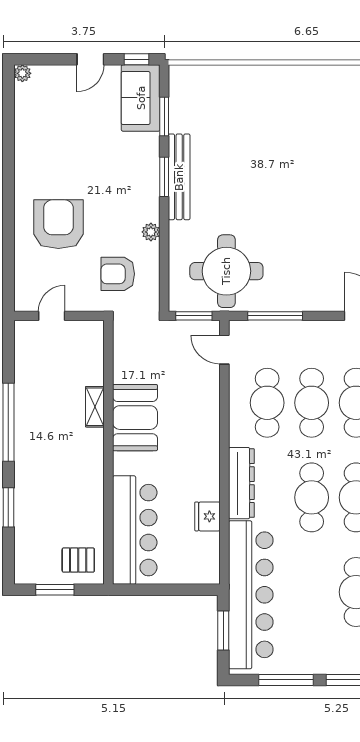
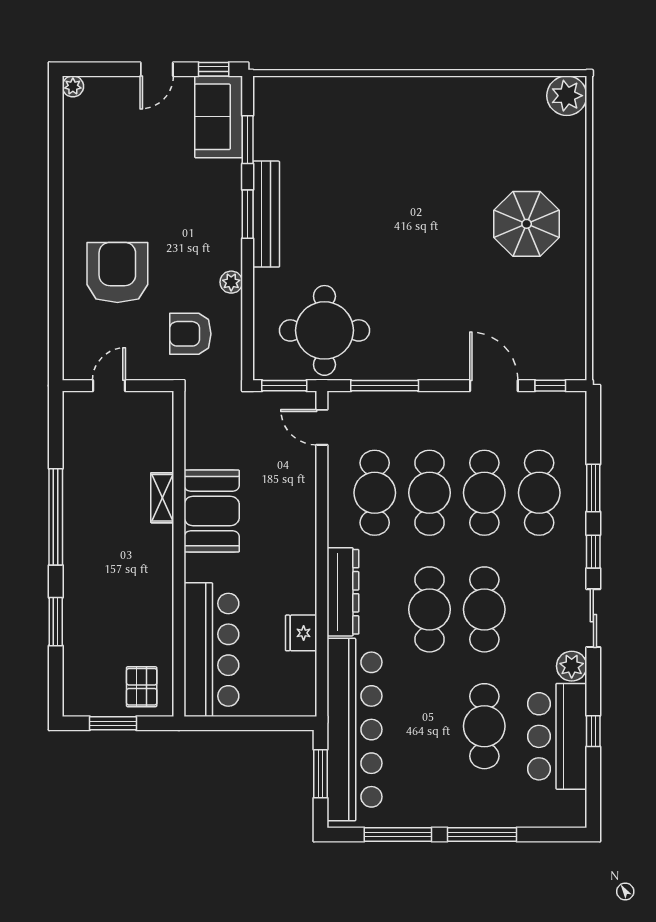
pallet: (78, 560) -> (142, 687), turned 90

